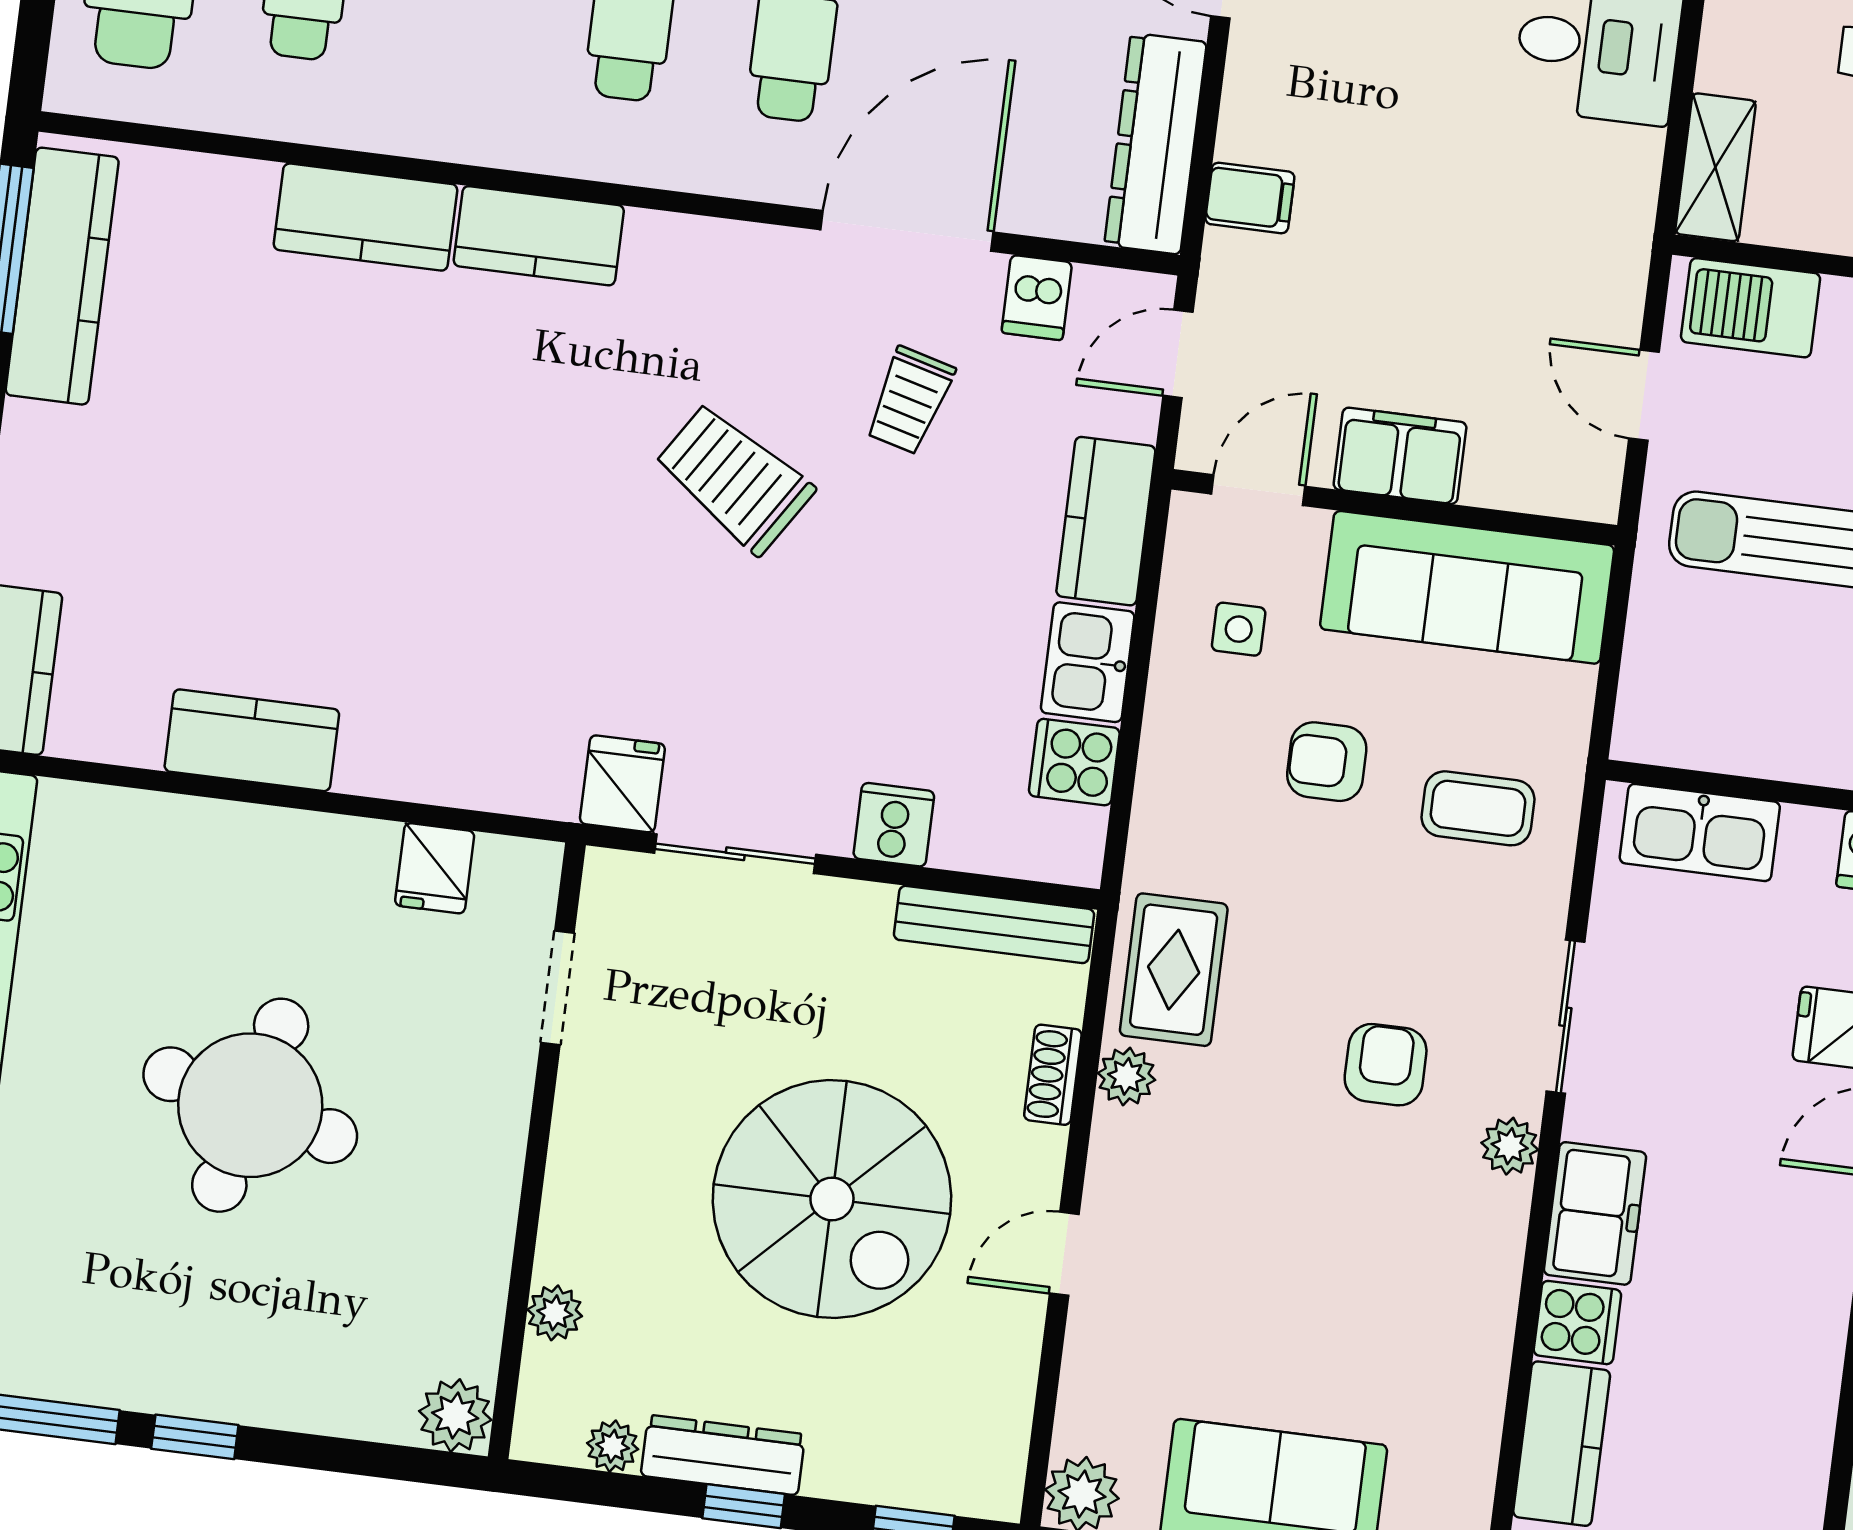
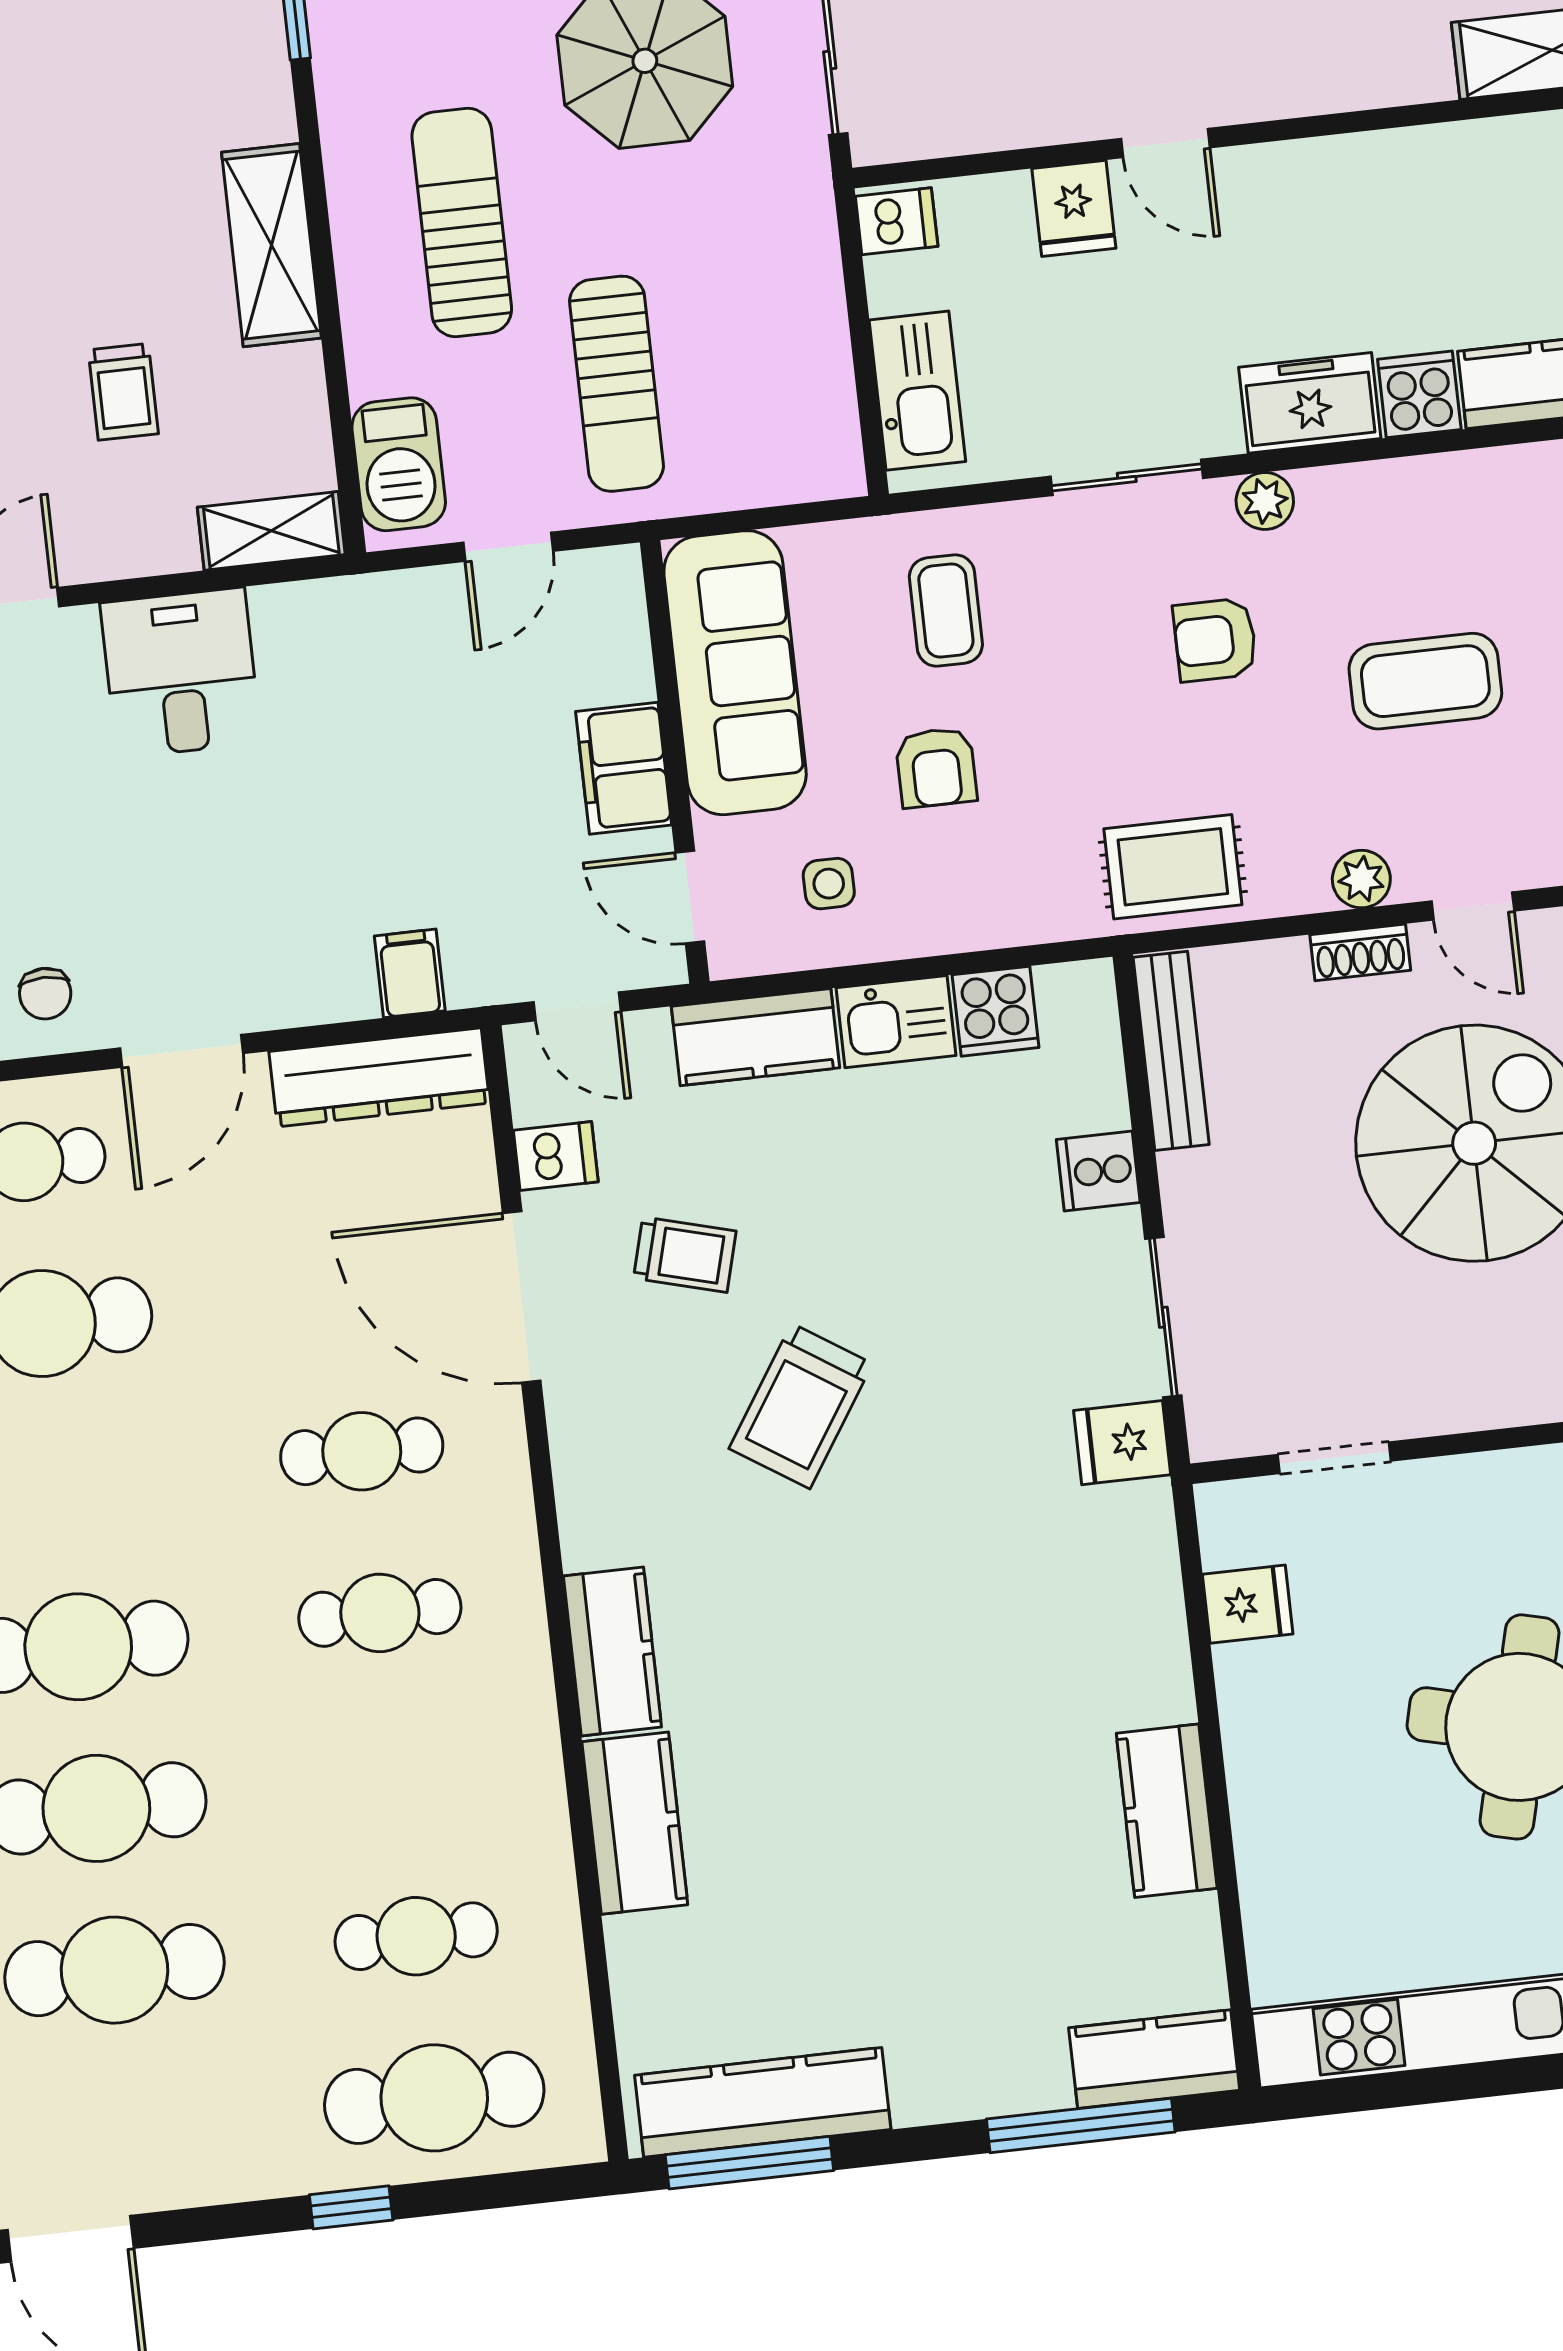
shoe rack: (1053, 1075) -> (1360, 952), moved
plant: (1126, 1076) -> (1361, 879), moved
coffee table: (1296, 1261) -> (1425, 681), added

